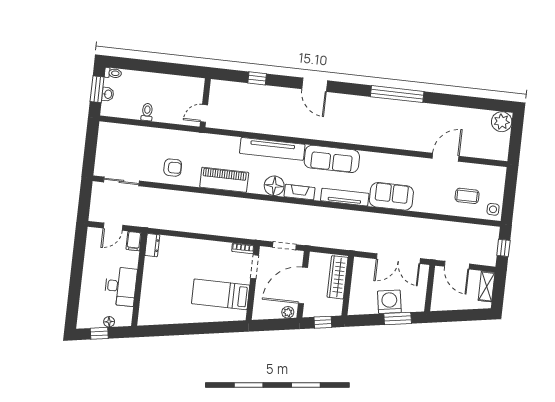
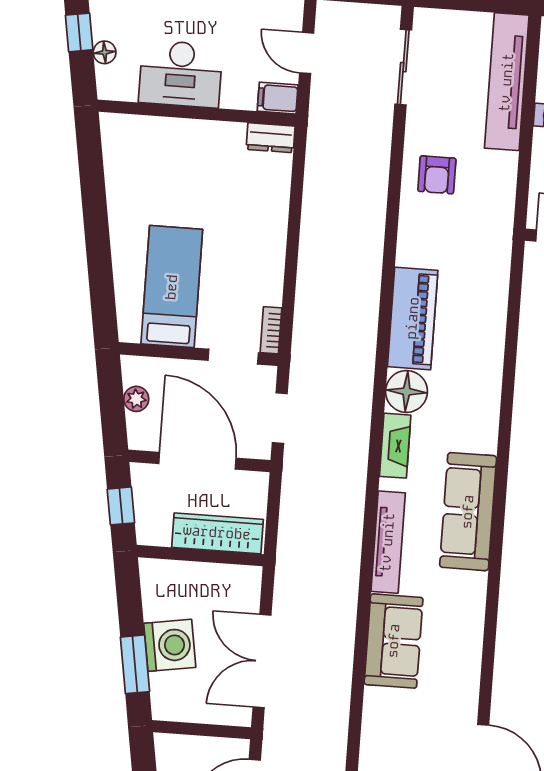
tv unit: (272, 149) -> (507, 82), moved
piano: (224, 180) -> (413, 318), moved
plant: (288, 312) -> (136, 399), moved

